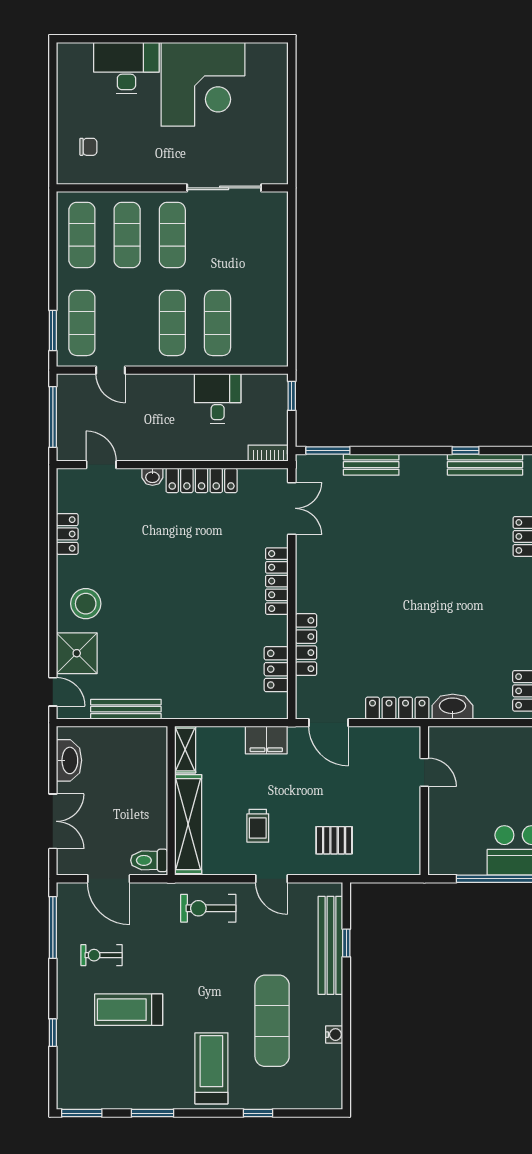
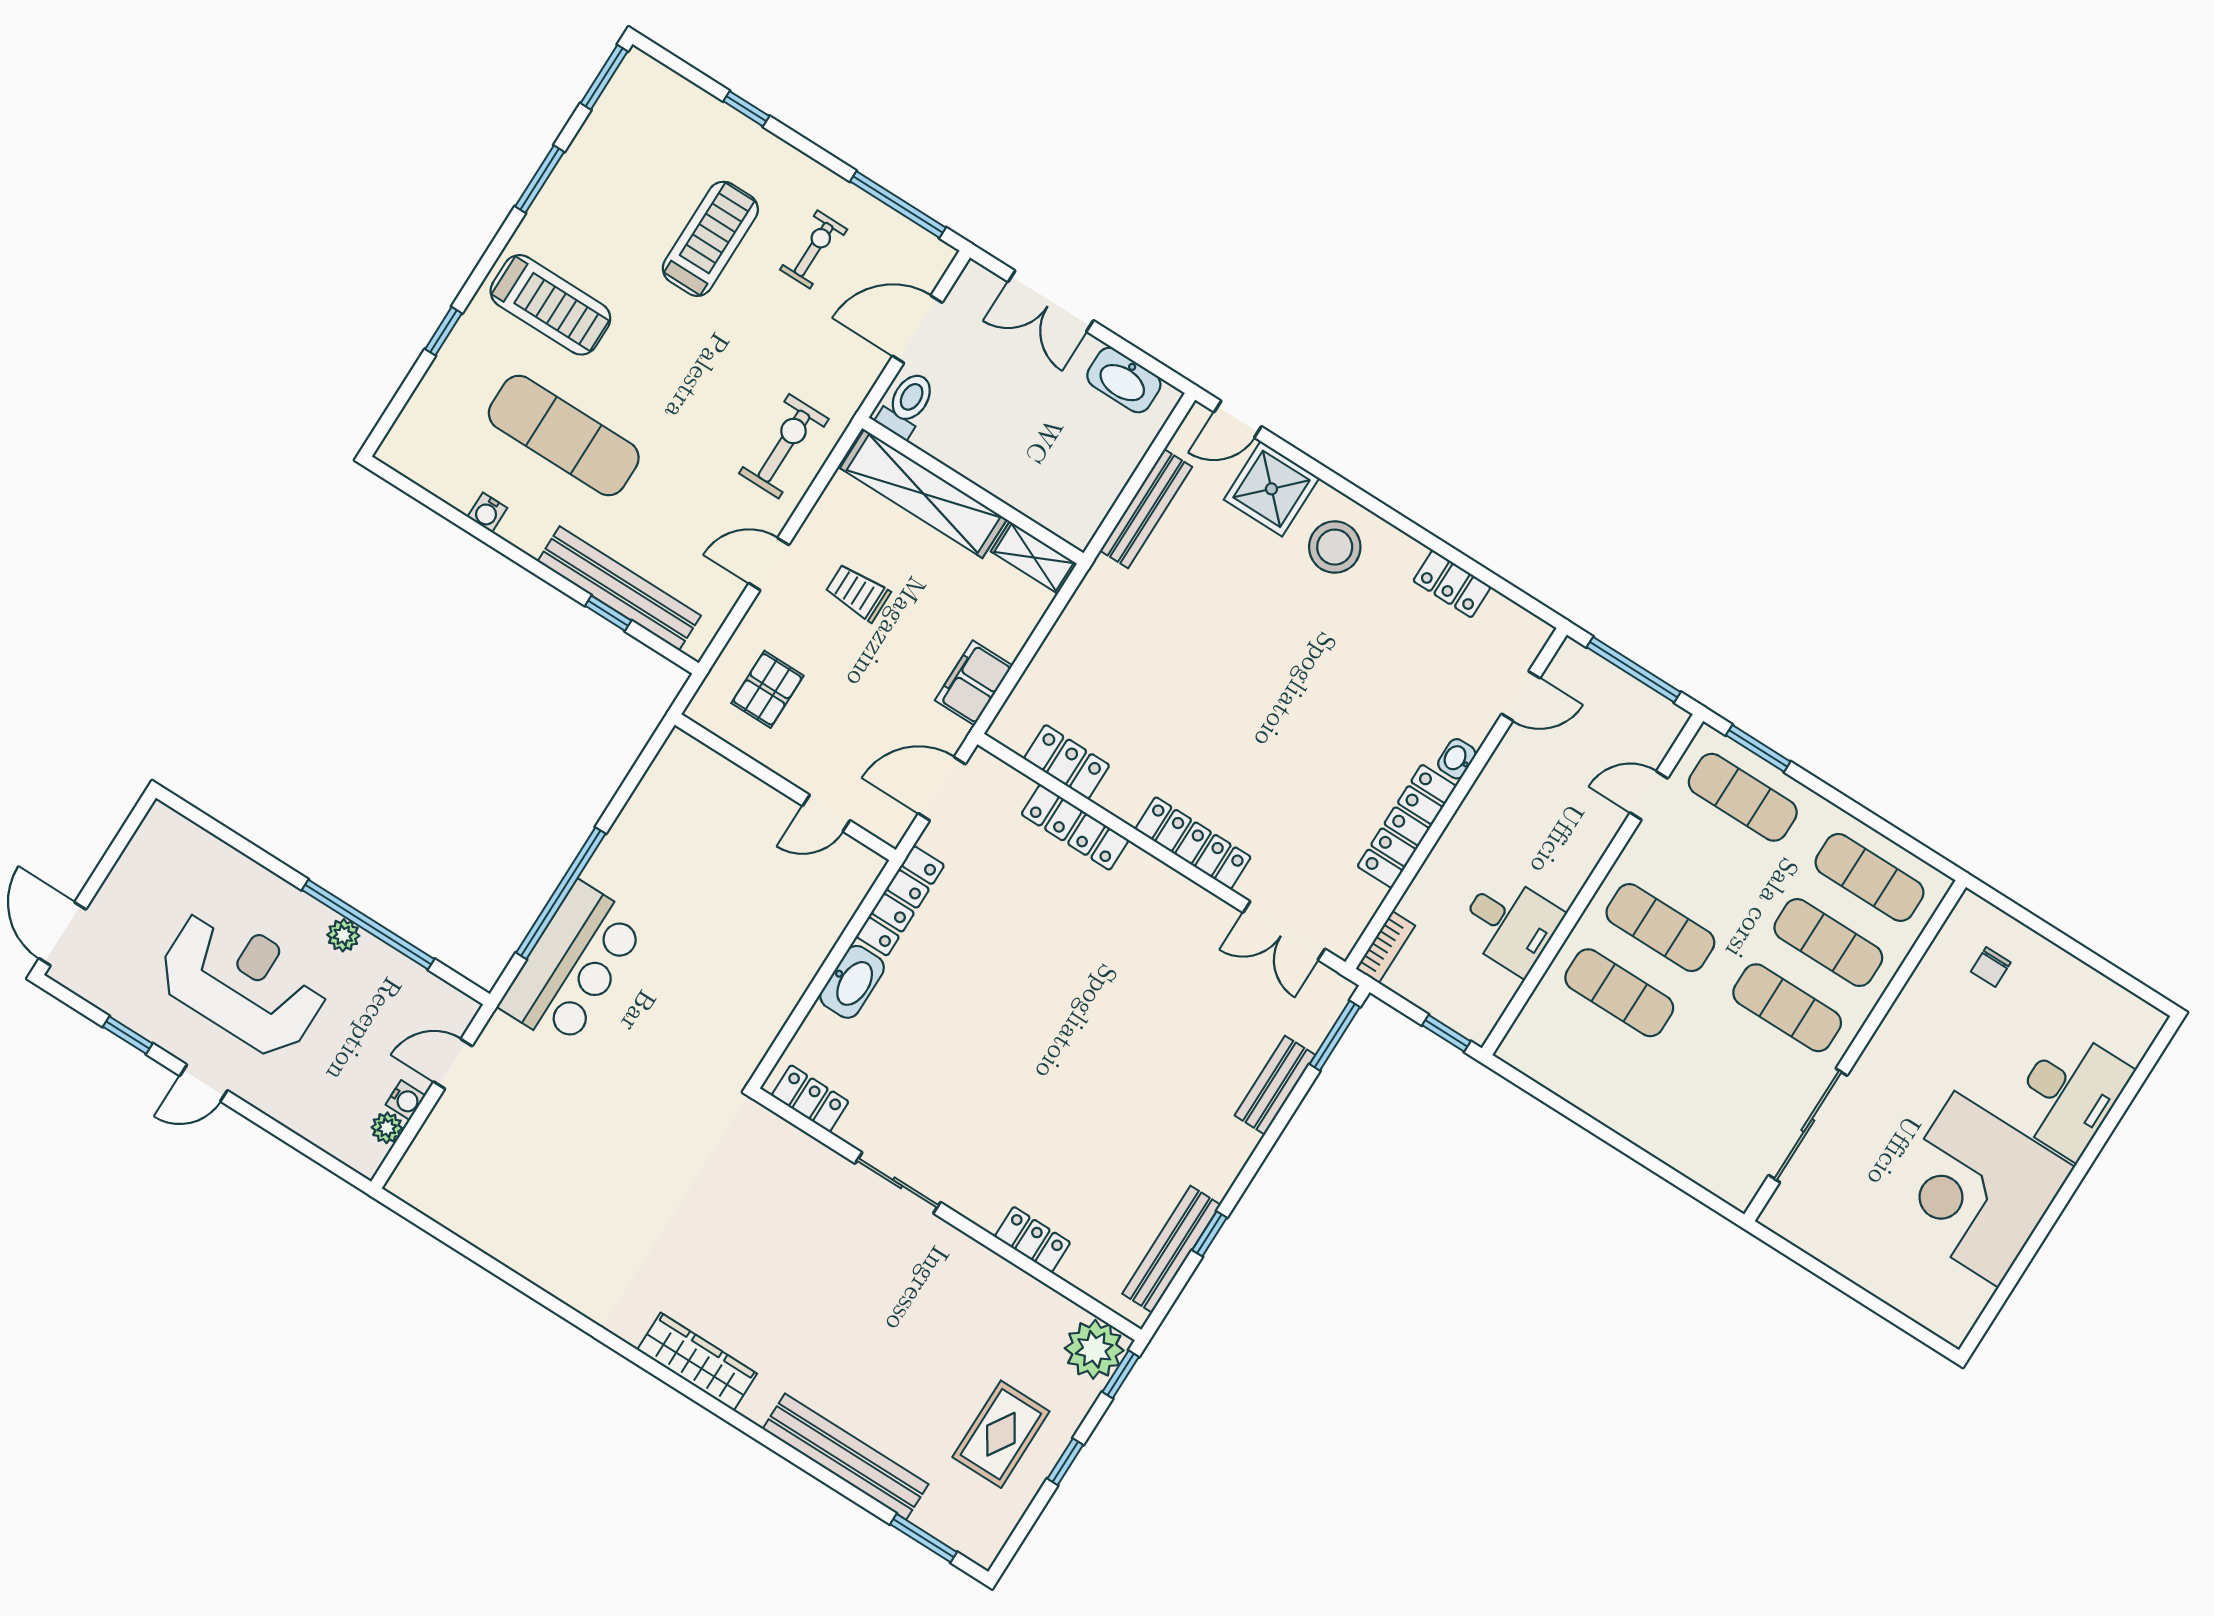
door: (424, 772) -> (826, 813), moved
wall: (424, 801) -> (785, 787), moved

